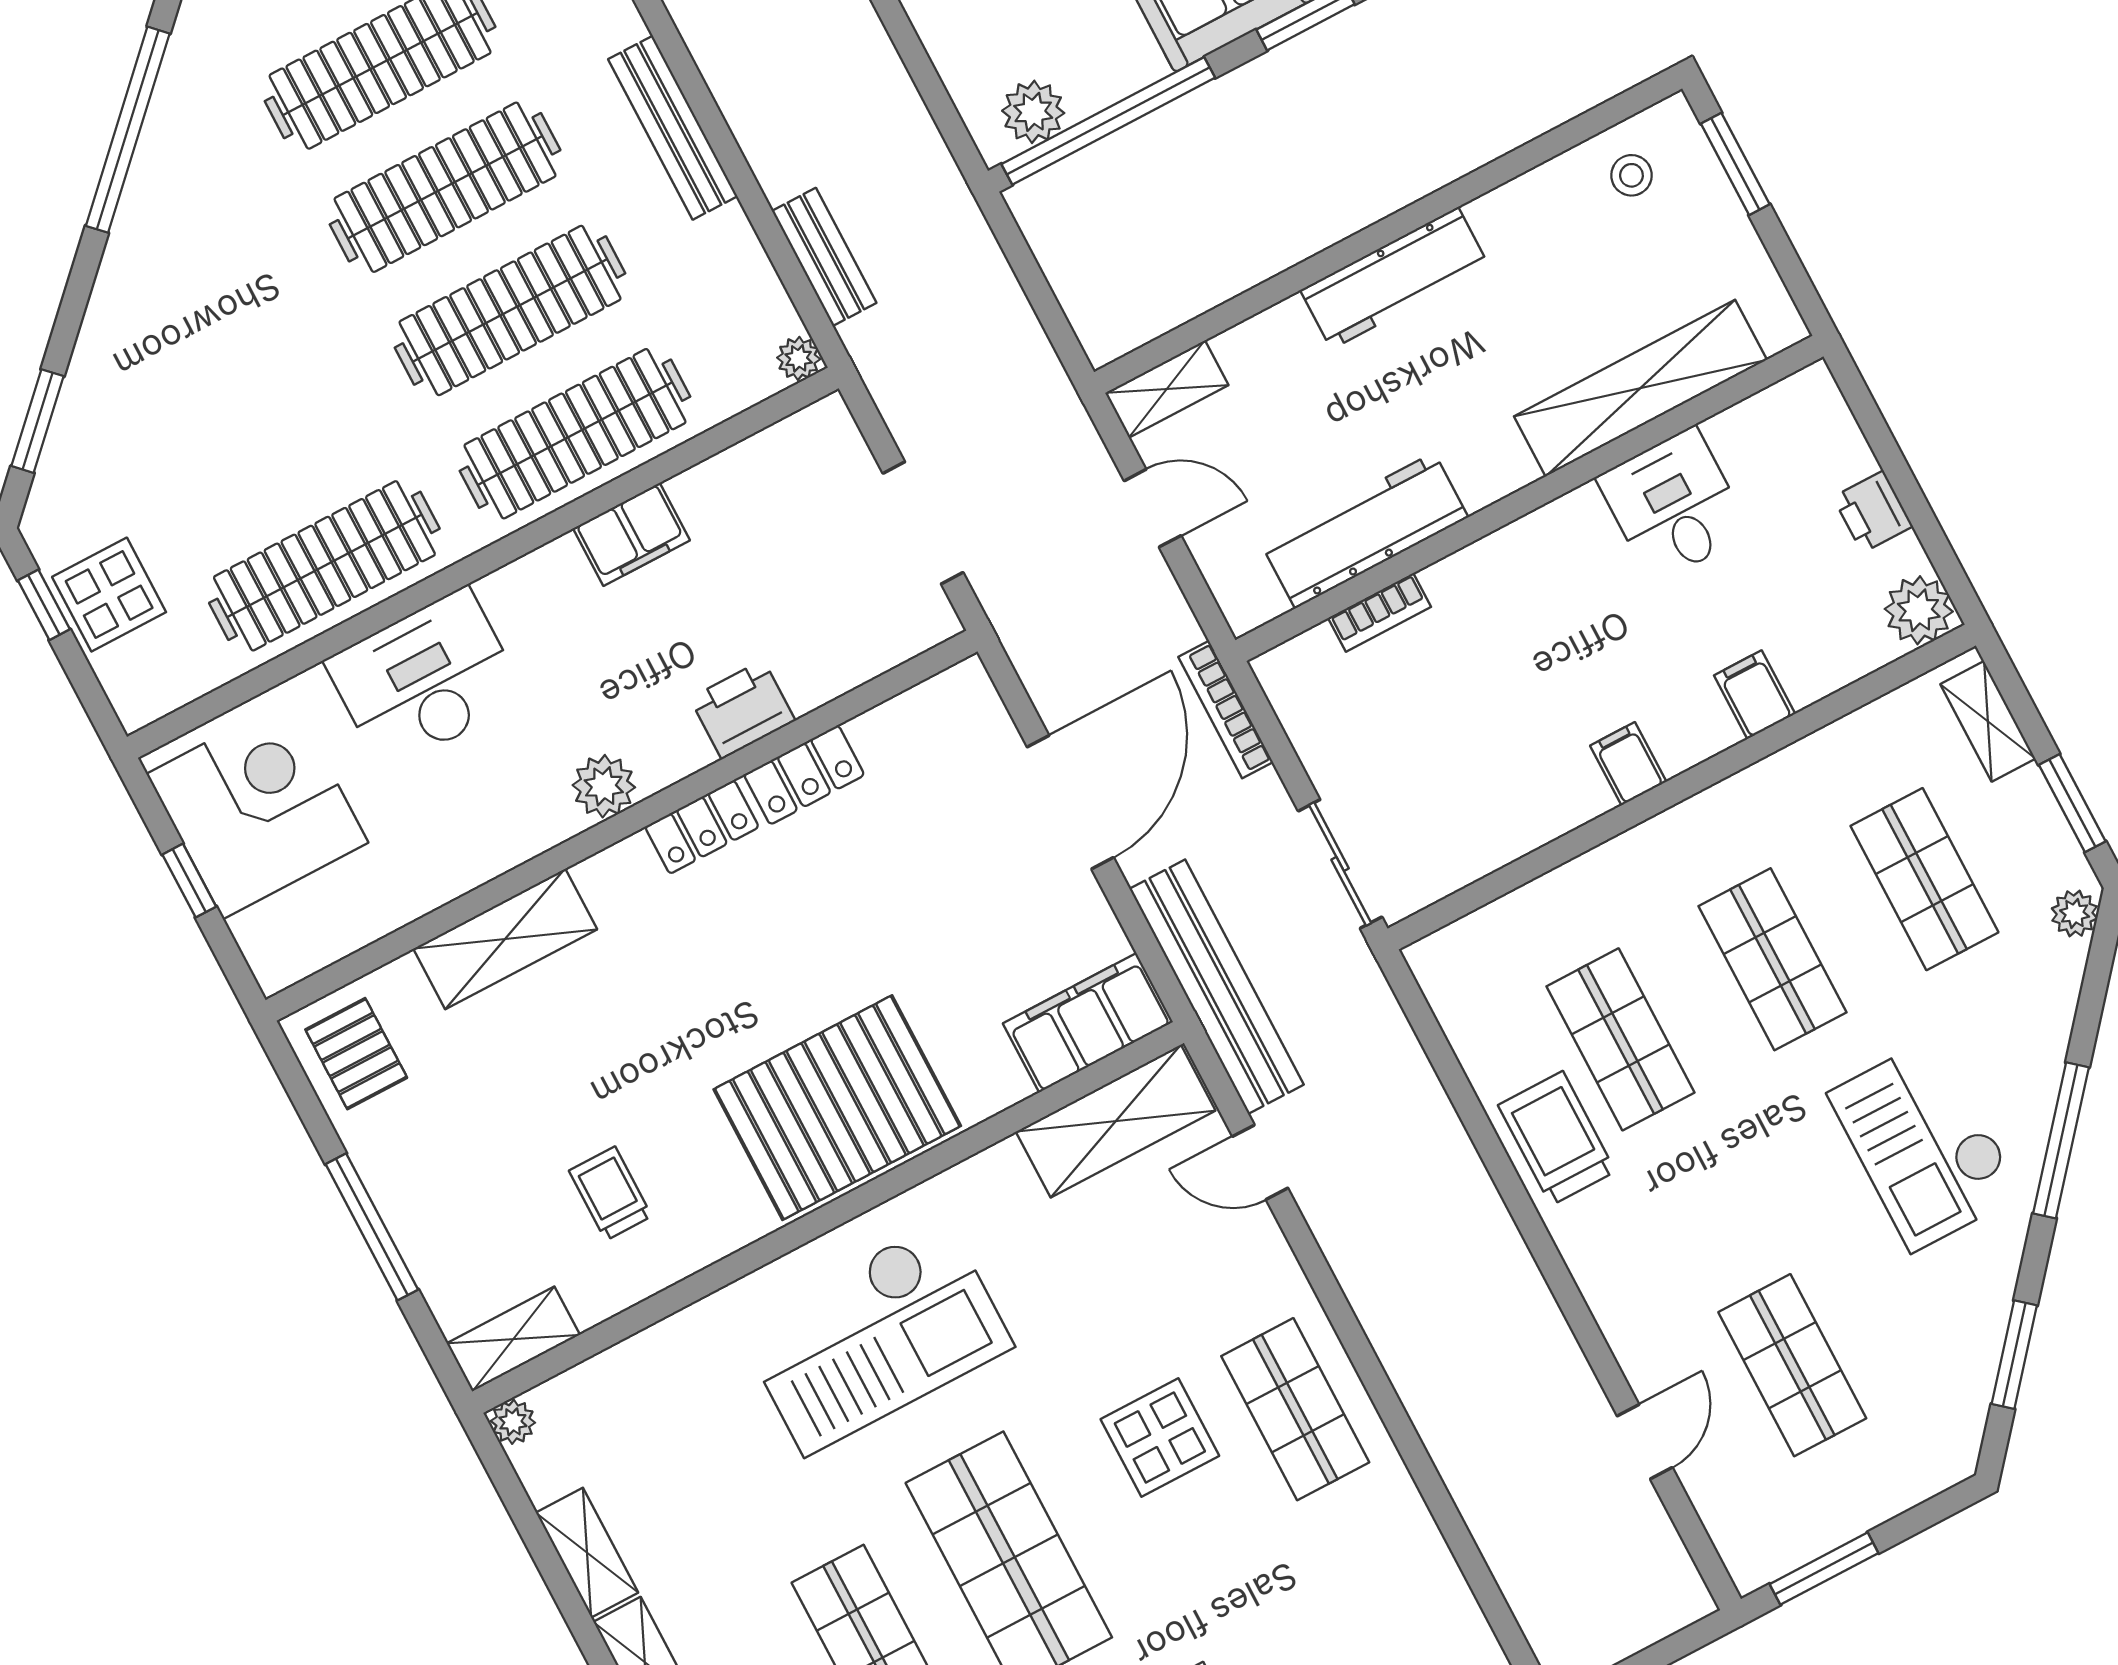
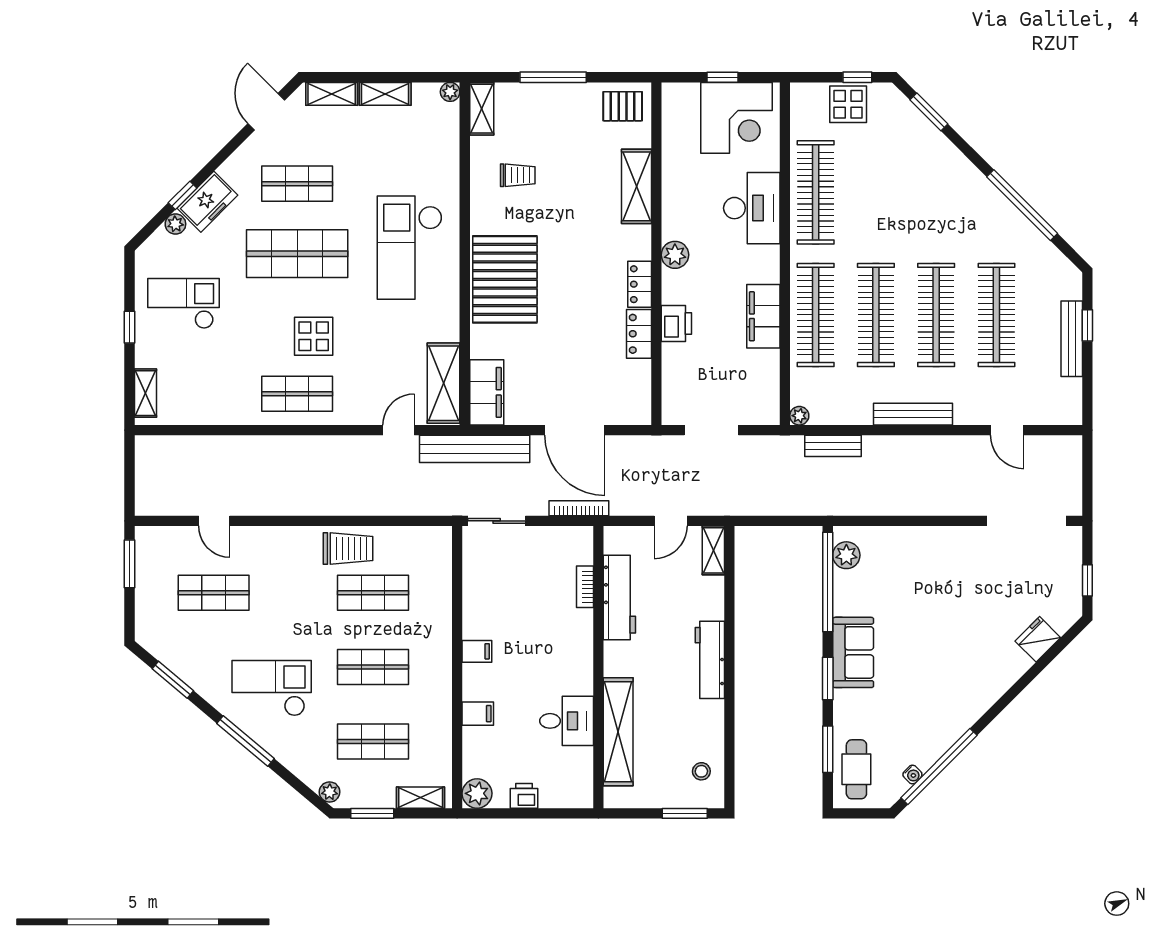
filing cabinet: (631, 534) -> (763, 316), width x1.50, depth x1.17

